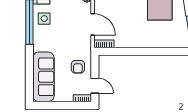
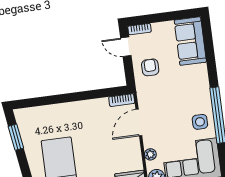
door: (93, 24) -> (139, 122), hinge flipped
sofa: (43, 77) -> (190, 41), width x0.73

